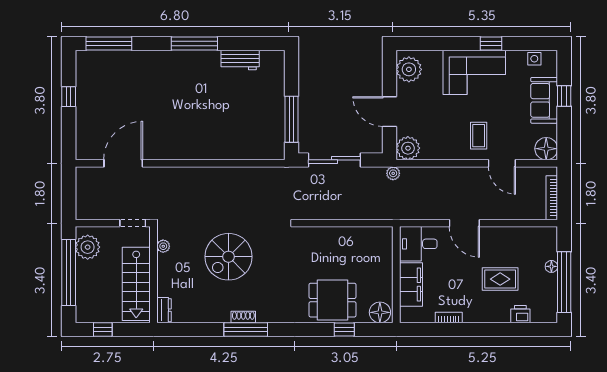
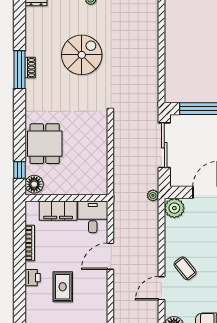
coffee table: (479, 136) -> (185, 268), turned 51
spiral stairs: (229, 257) -> (82, 55), turned 90
printer: (520, 314) -> (33, 278), moved
bookcase: (449, 318) -> (30, 243), width x1.56
window: (344, 330) -> (20, 170), moved

